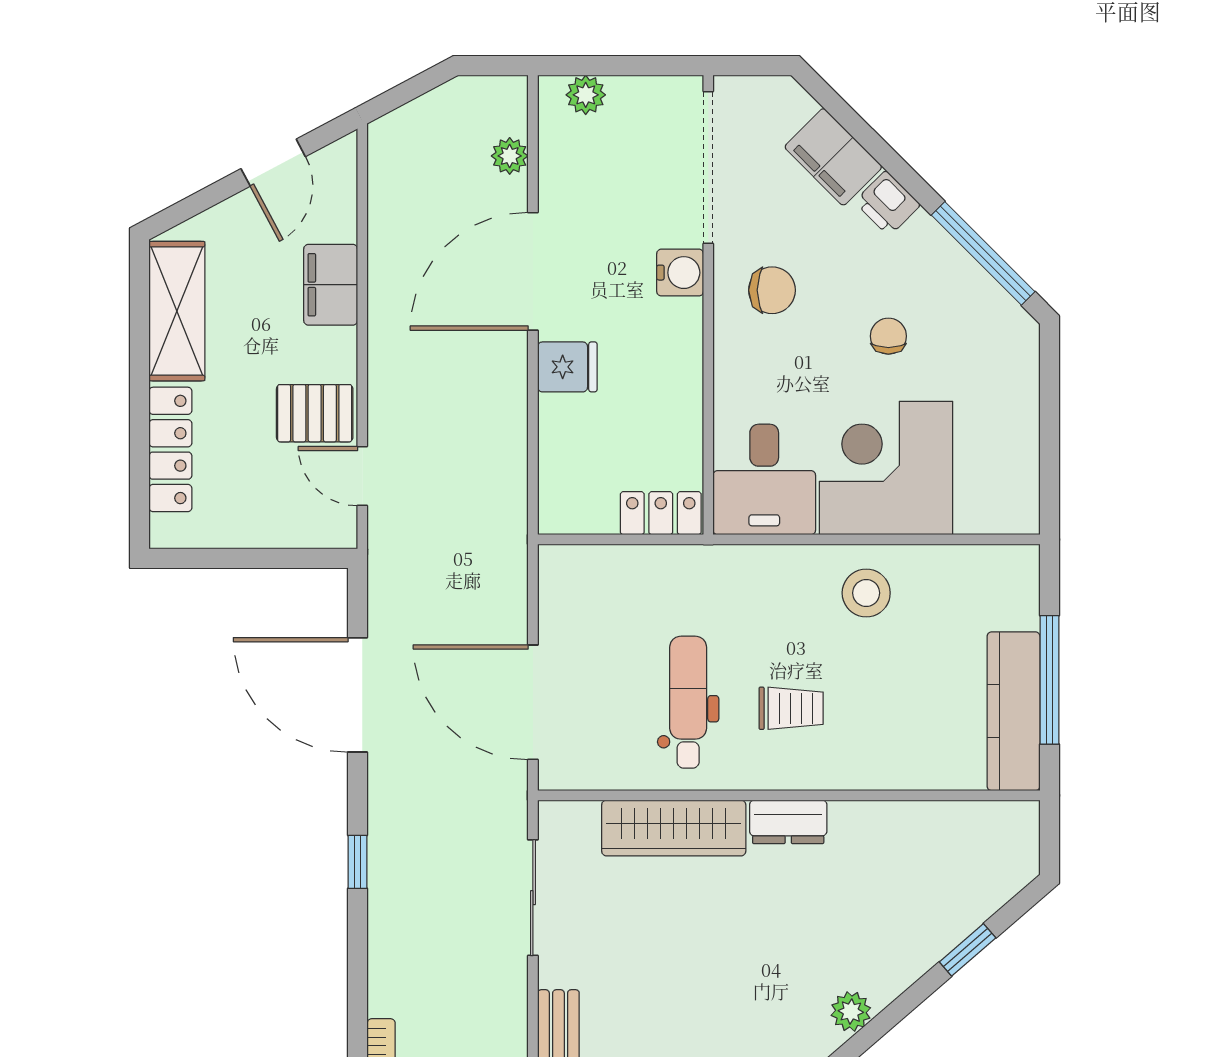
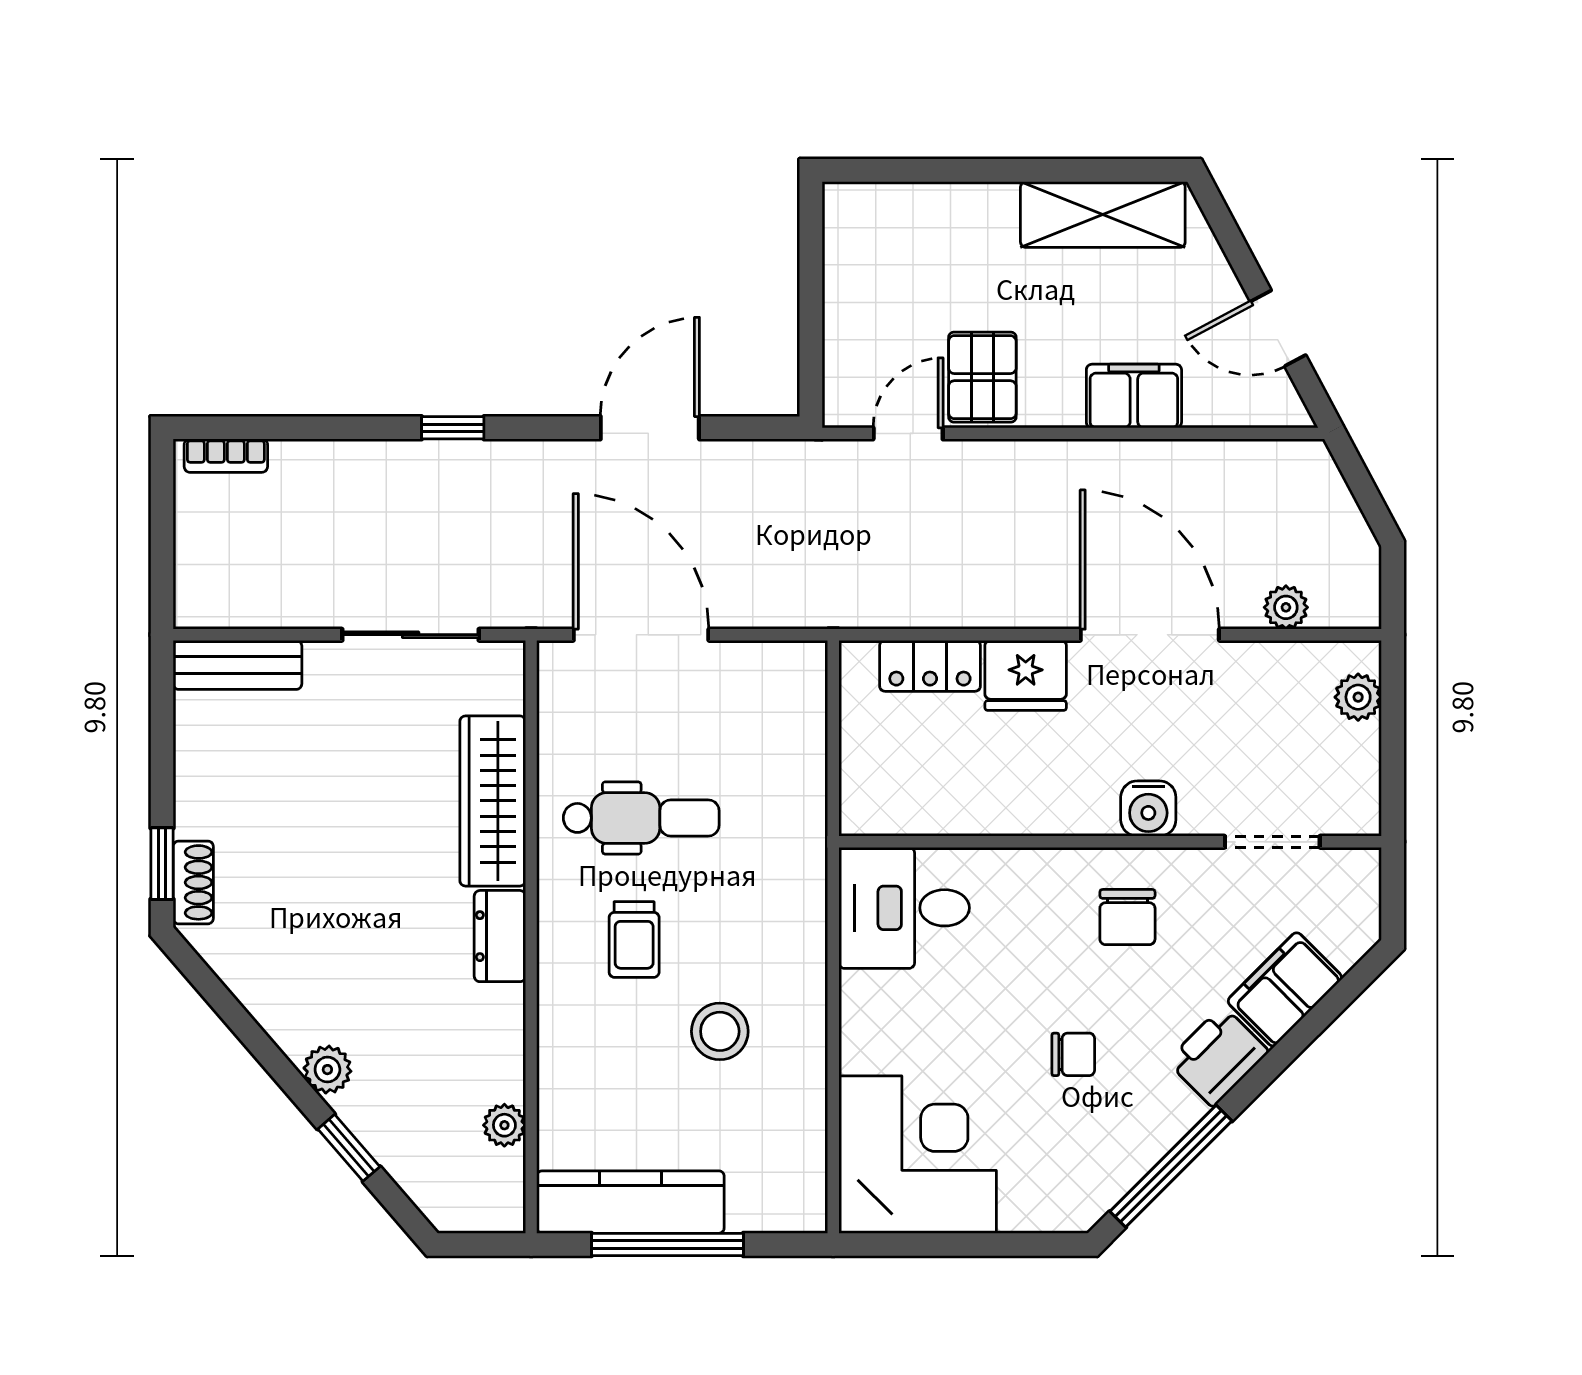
doorway: (708, 168) -> (1272, 842), width x0.53
printer: (887, 203) -> (1218, 1056), width x1.36, depth x1.24
fridge: (567, 367) -> (1026, 675), width x1.38
locker: (170, 449) -> (940, 207), removed
corner desk: (886, 468) -> (918, 1155), moved
locker: (661, 513) -> (930, 666), moved, turned 90
stool: (866, 593) -> (720, 1031), moved
door: (358, 695) -> (650, 428), width x0.73
door: (533, 702) -> (641, 635), hinge flipped
plant: (948, 818) -> (504, 1125), added
plant: (851, 1012) -> (327, 1070), moved

